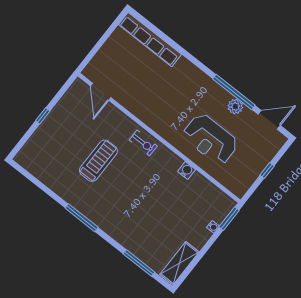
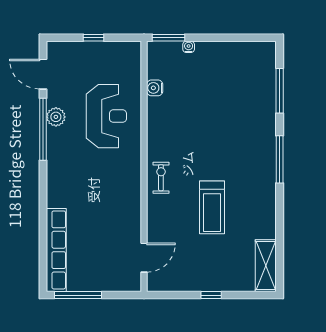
window: (110, 31) -> (78, 295), added
treadmill: (98, 161) -> (212, 207), turned -90
water cooler: (186, 171) -> (155, 88), moved
window: (82, 218) -> (280, 159), moved
shelving: (179, 263) -> (266, 266), moved, turned 90

